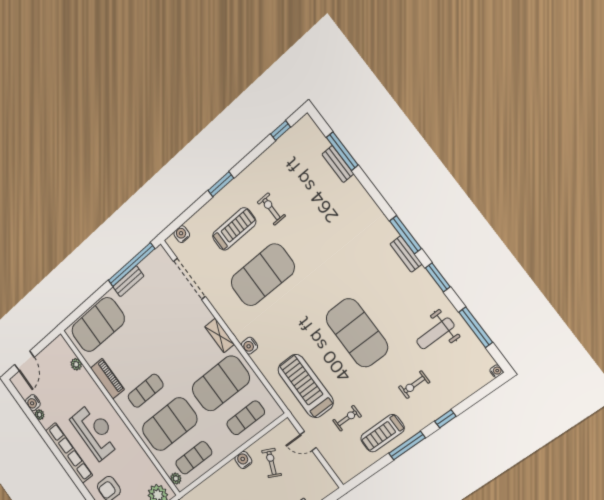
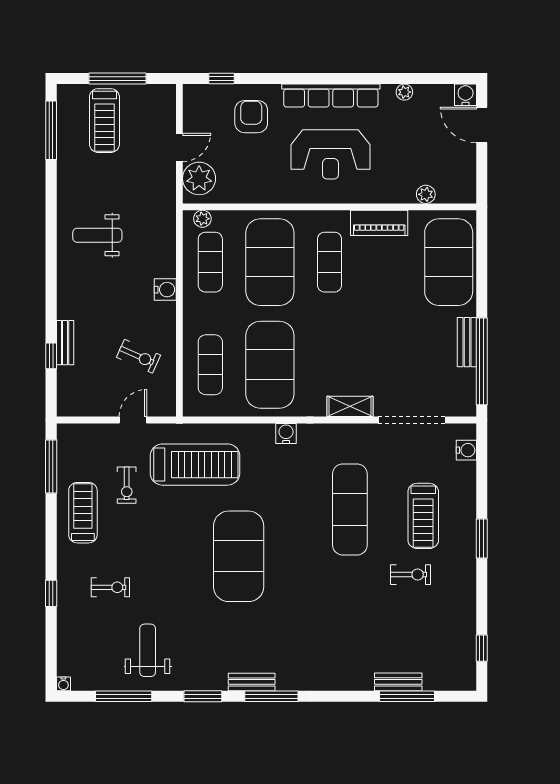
exercise mat: (263, 275) -> (350, 509), width x0.68
exercise mat: (357, 333) -> (239, 556), moved, turned 90
shelving: (220, 335) -> (350, 406), moved
exercise bike: (414, 385) -> (110, 587), turned 90
water cooler: (33, 403) -> (466, 95), moved
window: (407, 446) -> (51, 467), moved
water cooler: (243, 460) -> (165, 290), moved

